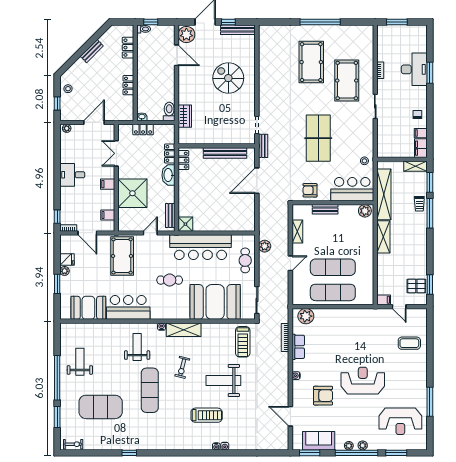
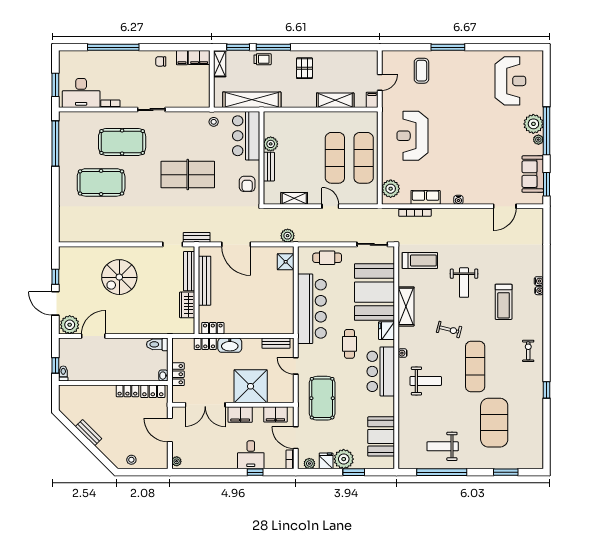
window: (320, 22) -> (55, 143), moved
bench: (238, 30) -> (189, 271), moved
locker: (128, 48) -> (153, 391), moved
desk: (414, 69) -> (81, 93), moved, turned 180
window: (430, 73) -> (113, 47), width x2.11
window: (57, 104) -> (148, 472), removed
wardrobe: (185, 116) -> (187, 305), moved, turned -90
double door: (116, 153) -> (205, 405), width x1.37
desk: (72, 175) -> (251, 455), moved
filing cabinet: (108, 184) -> (240, 415), width x2.00
plant: (365, 211) -> (271, 144), moved
filing cabinet: (108, 215) -> (275, 414), width x2.00
window: (57, 217) -> (255, 472), moved
shower: (185, 224) -> (286, 262), moved
door: (87, 233) -> (296, 438), swing flipped
shelving: (383, 237) -> (335, 100), moved
plant: (65, 245) -> (309, 464), added
plant: (265, 246) -> (288, 236), moved
pool table: (122, 256) -> (322, 398), turned 90
plant: (65, 271) -> (344, 459), width x1.88, depth x1.88
window: (430, 284) -> (354, 47), removed
pallet: (416, 286) -> (304, 68), moved
bar counter: (128, 307) -> (381, 371), moved
fridge: (181, 313) -> (387, 331), added
shelving: (184, 330) -> (406, 306), moved
weight bench: (137, 347) -> (426, 381), turned 180
window: (57, 378) -> (442, 472), moved
weight bench: (223, 381) -> (464, 283), width x0.73, depth x0.75
reception desk: (363, 381) -> (412, 136), moved
exercise mat: (150, 390) -> (475, 367), turned 90
armchair: (323, 396) -> (481, 169), removed
window: (430, 402) -> (448, 47), moved
treadmill: (207, 415) -> (504, 302), turned 180
exercise bike: (73, 444) -> (528, 351), moved
plant: (363, 445) -> (533, 124), width x1.88, depth x1.88
window: (396, 453) -> (546, 86), removed

